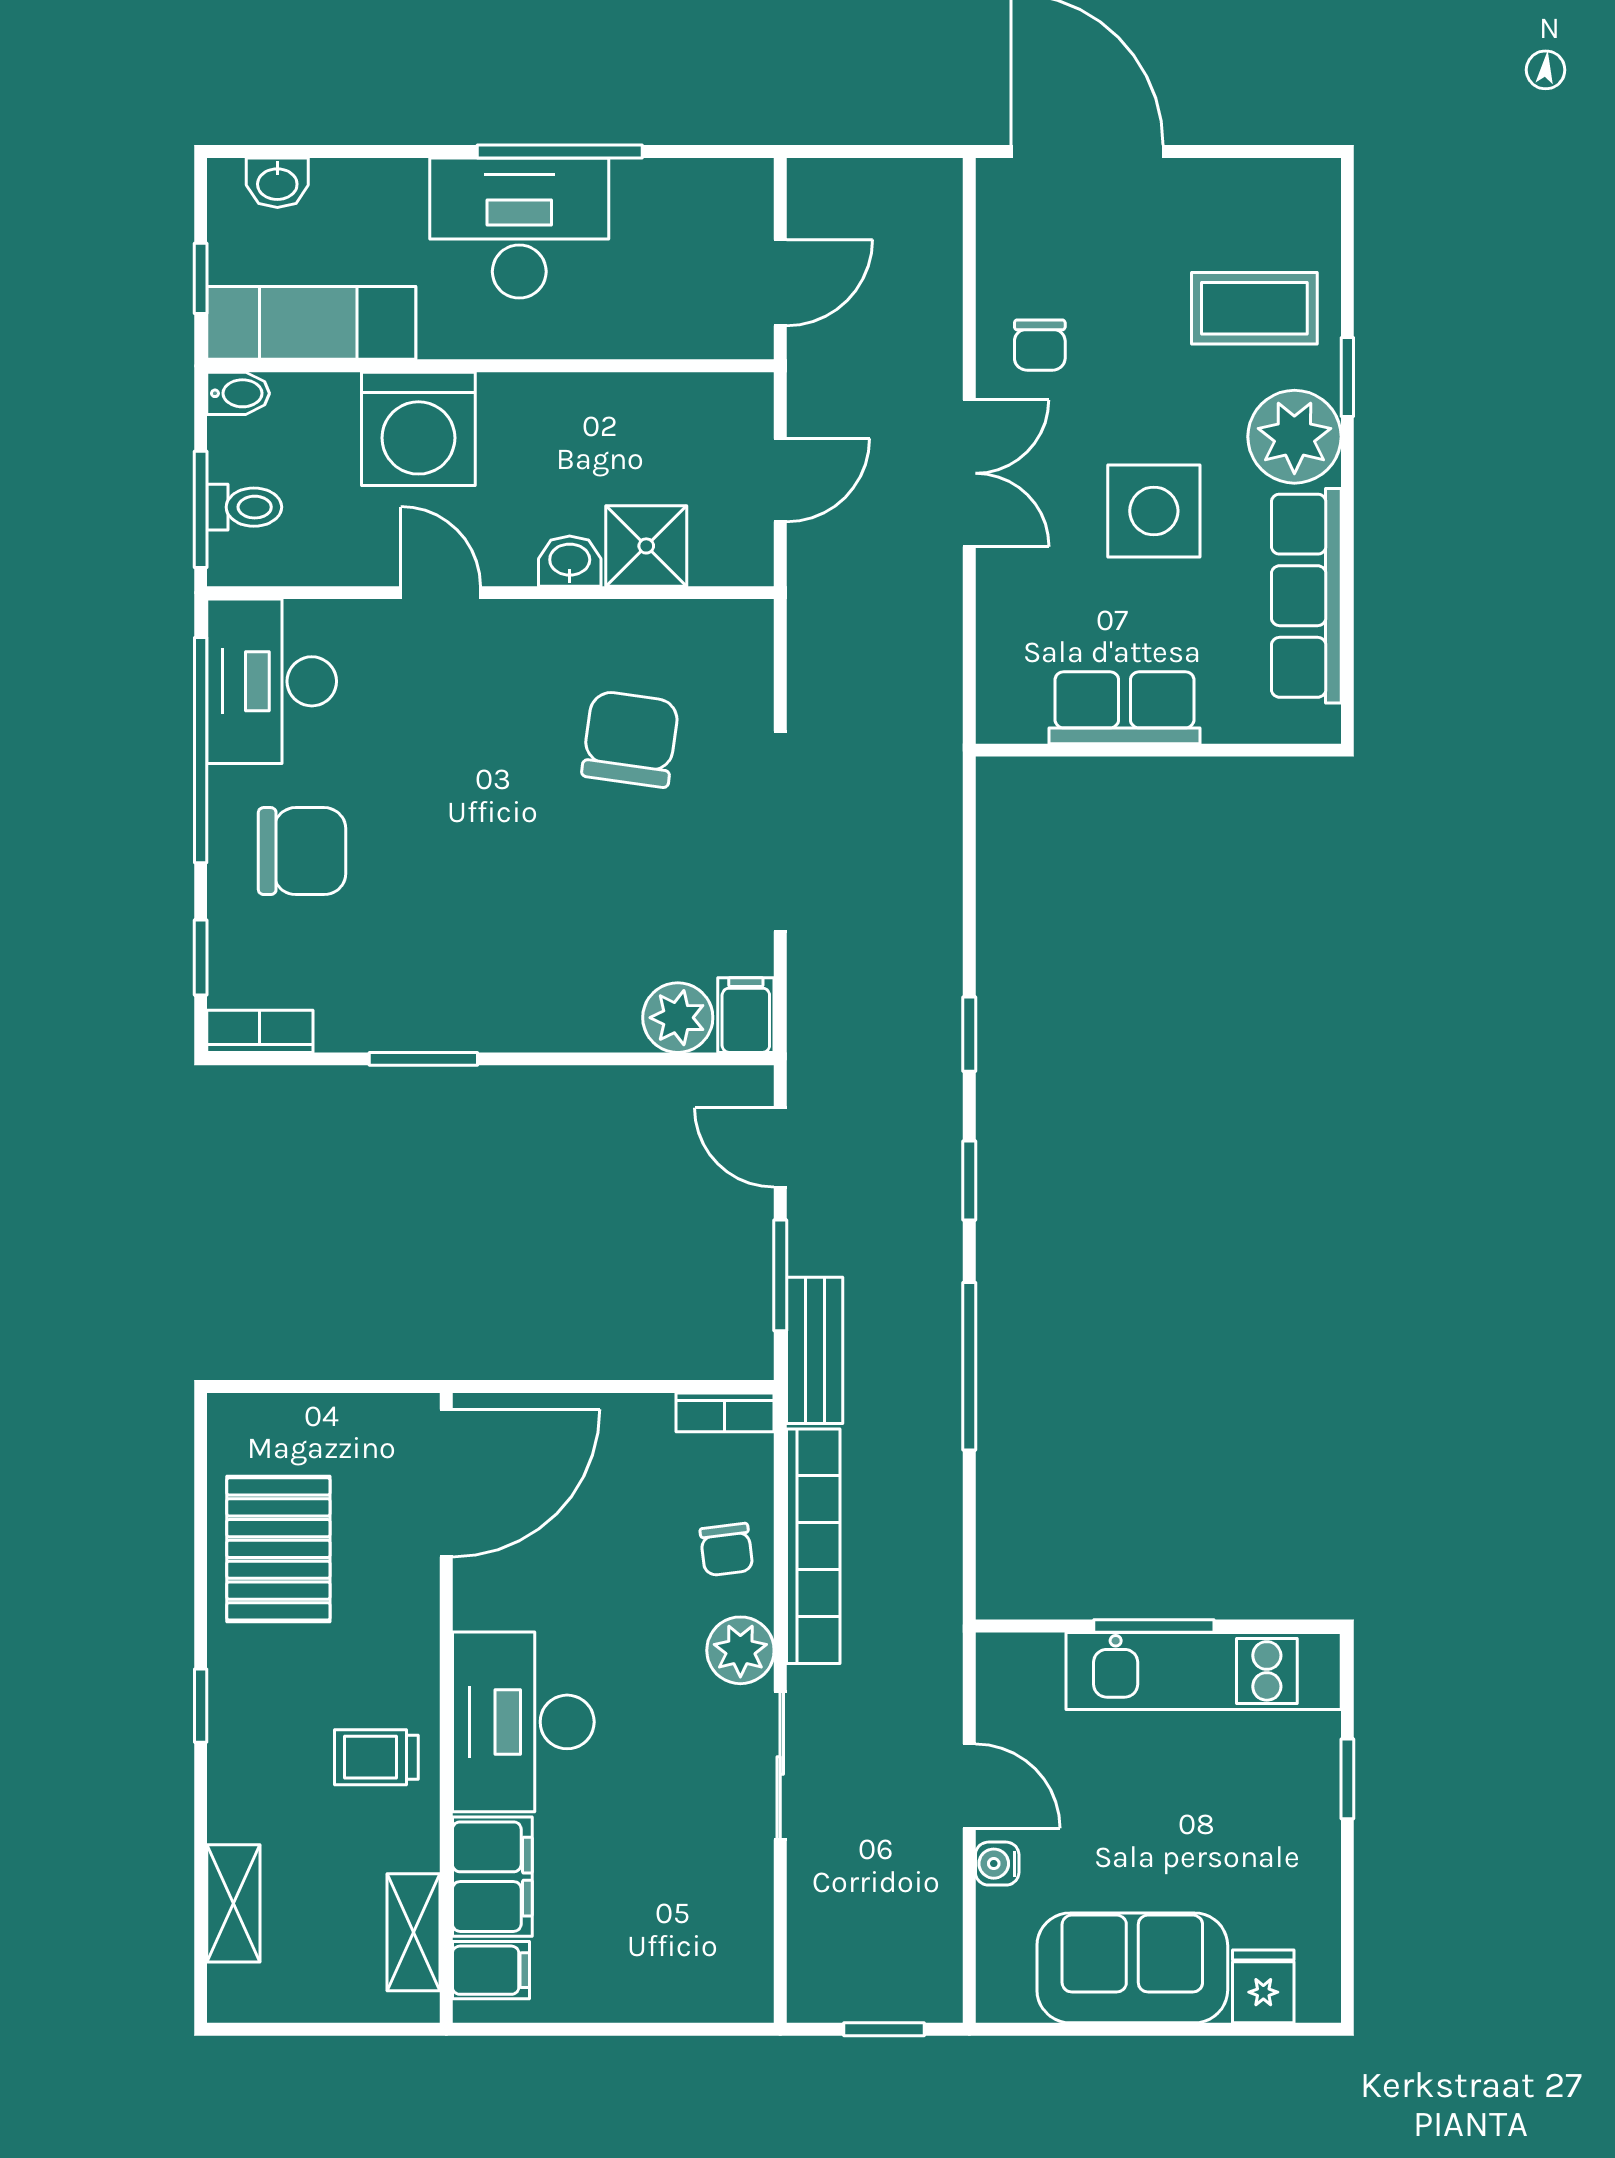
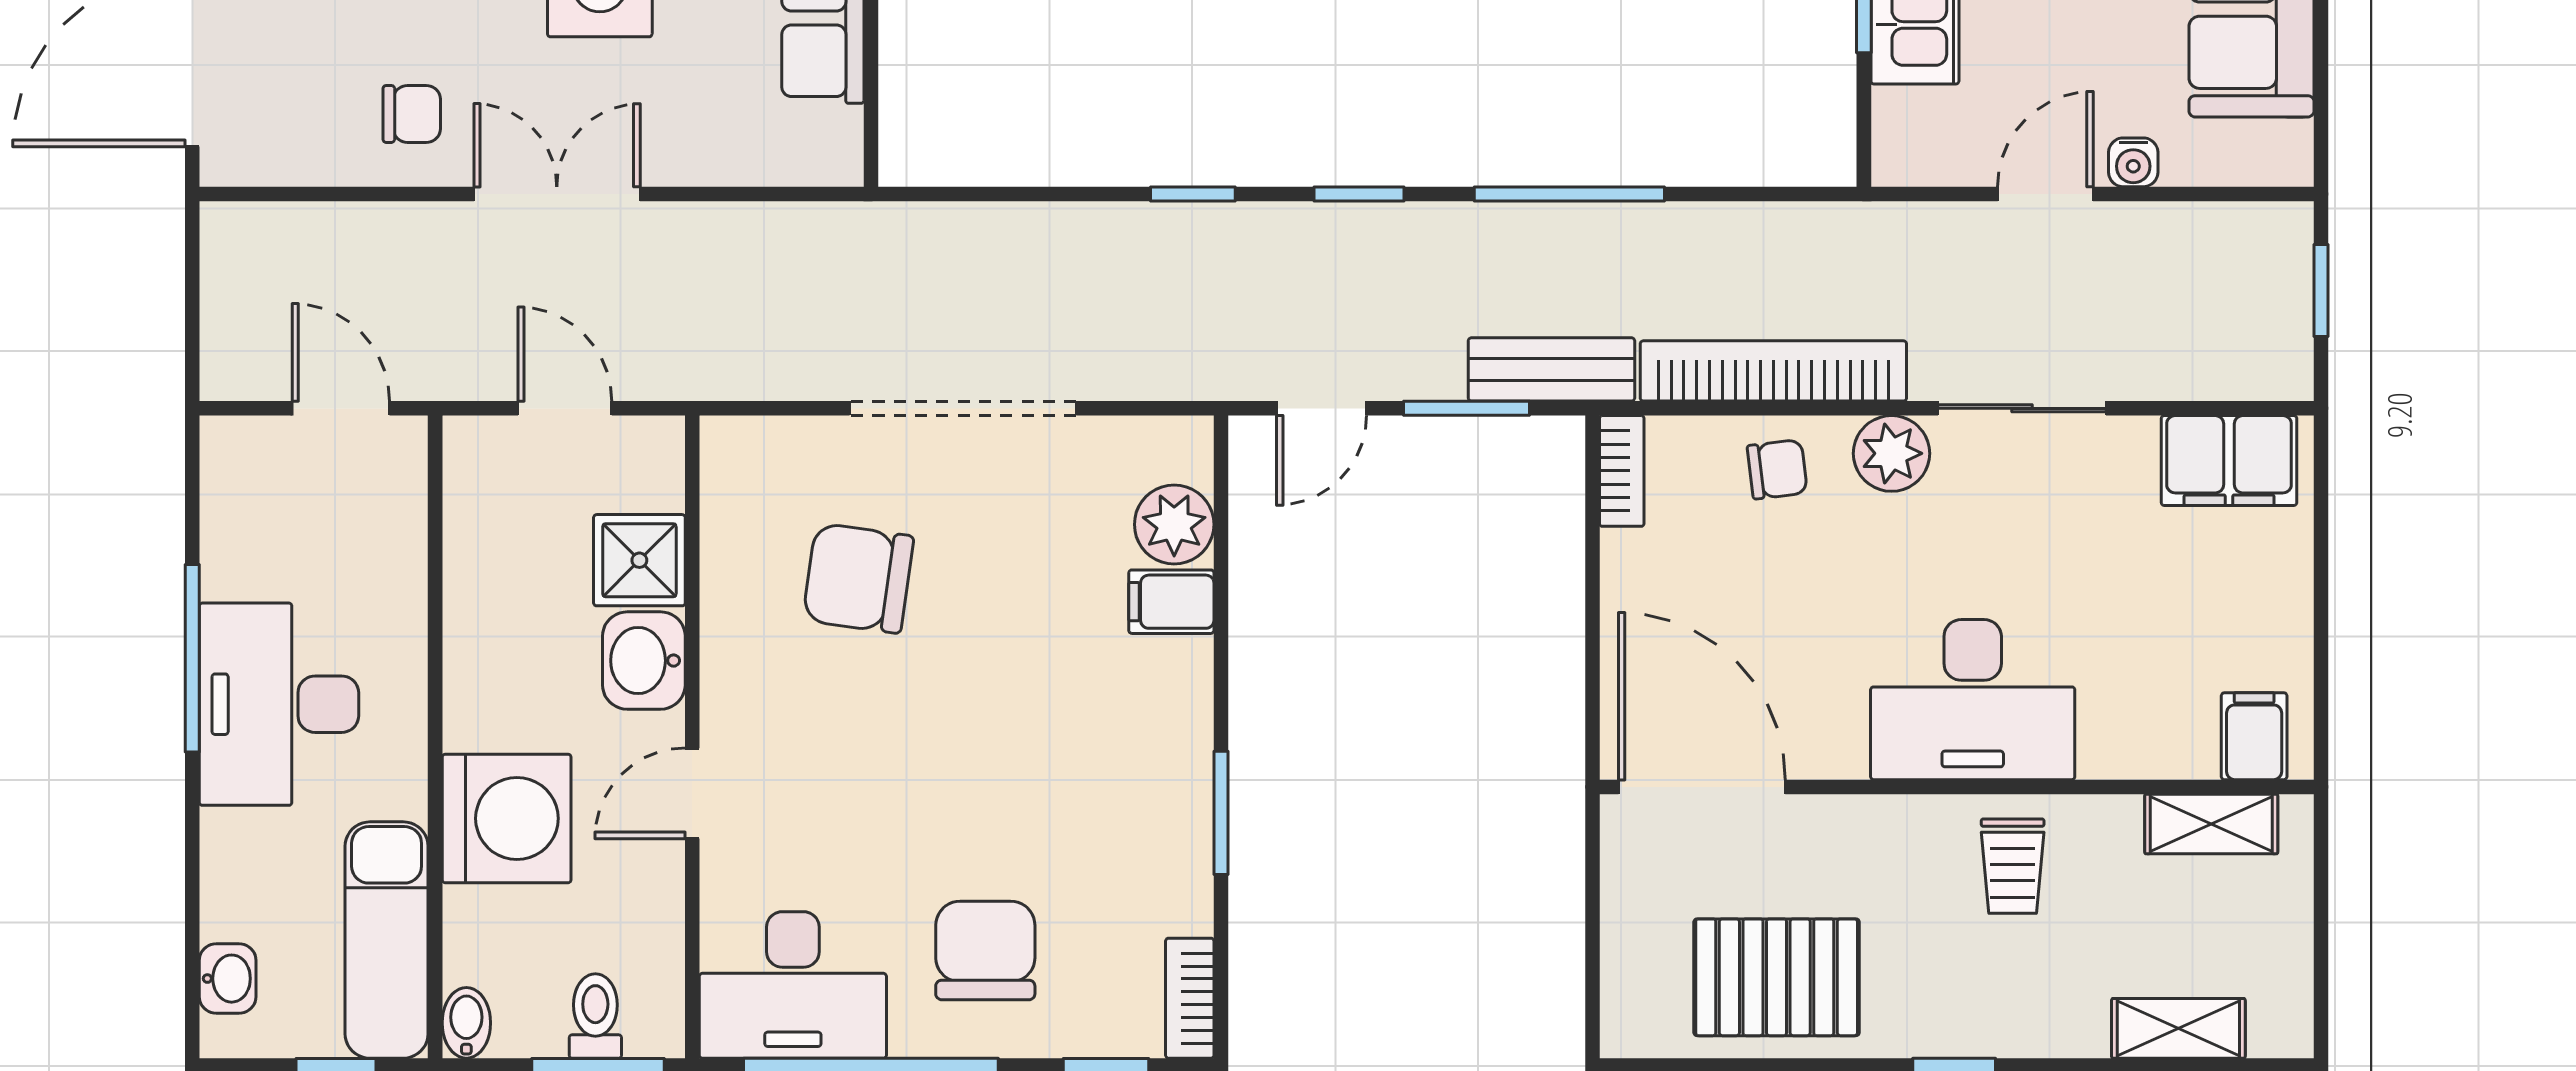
washbasin: (570, 561) -> (644, 661), width x1.38, depth x1.45
filing cabinet: (746, 1015) -> (1171, 602), moved
filing cabinet: (492, 1877) -> (2229, 461), moved, turned 180

